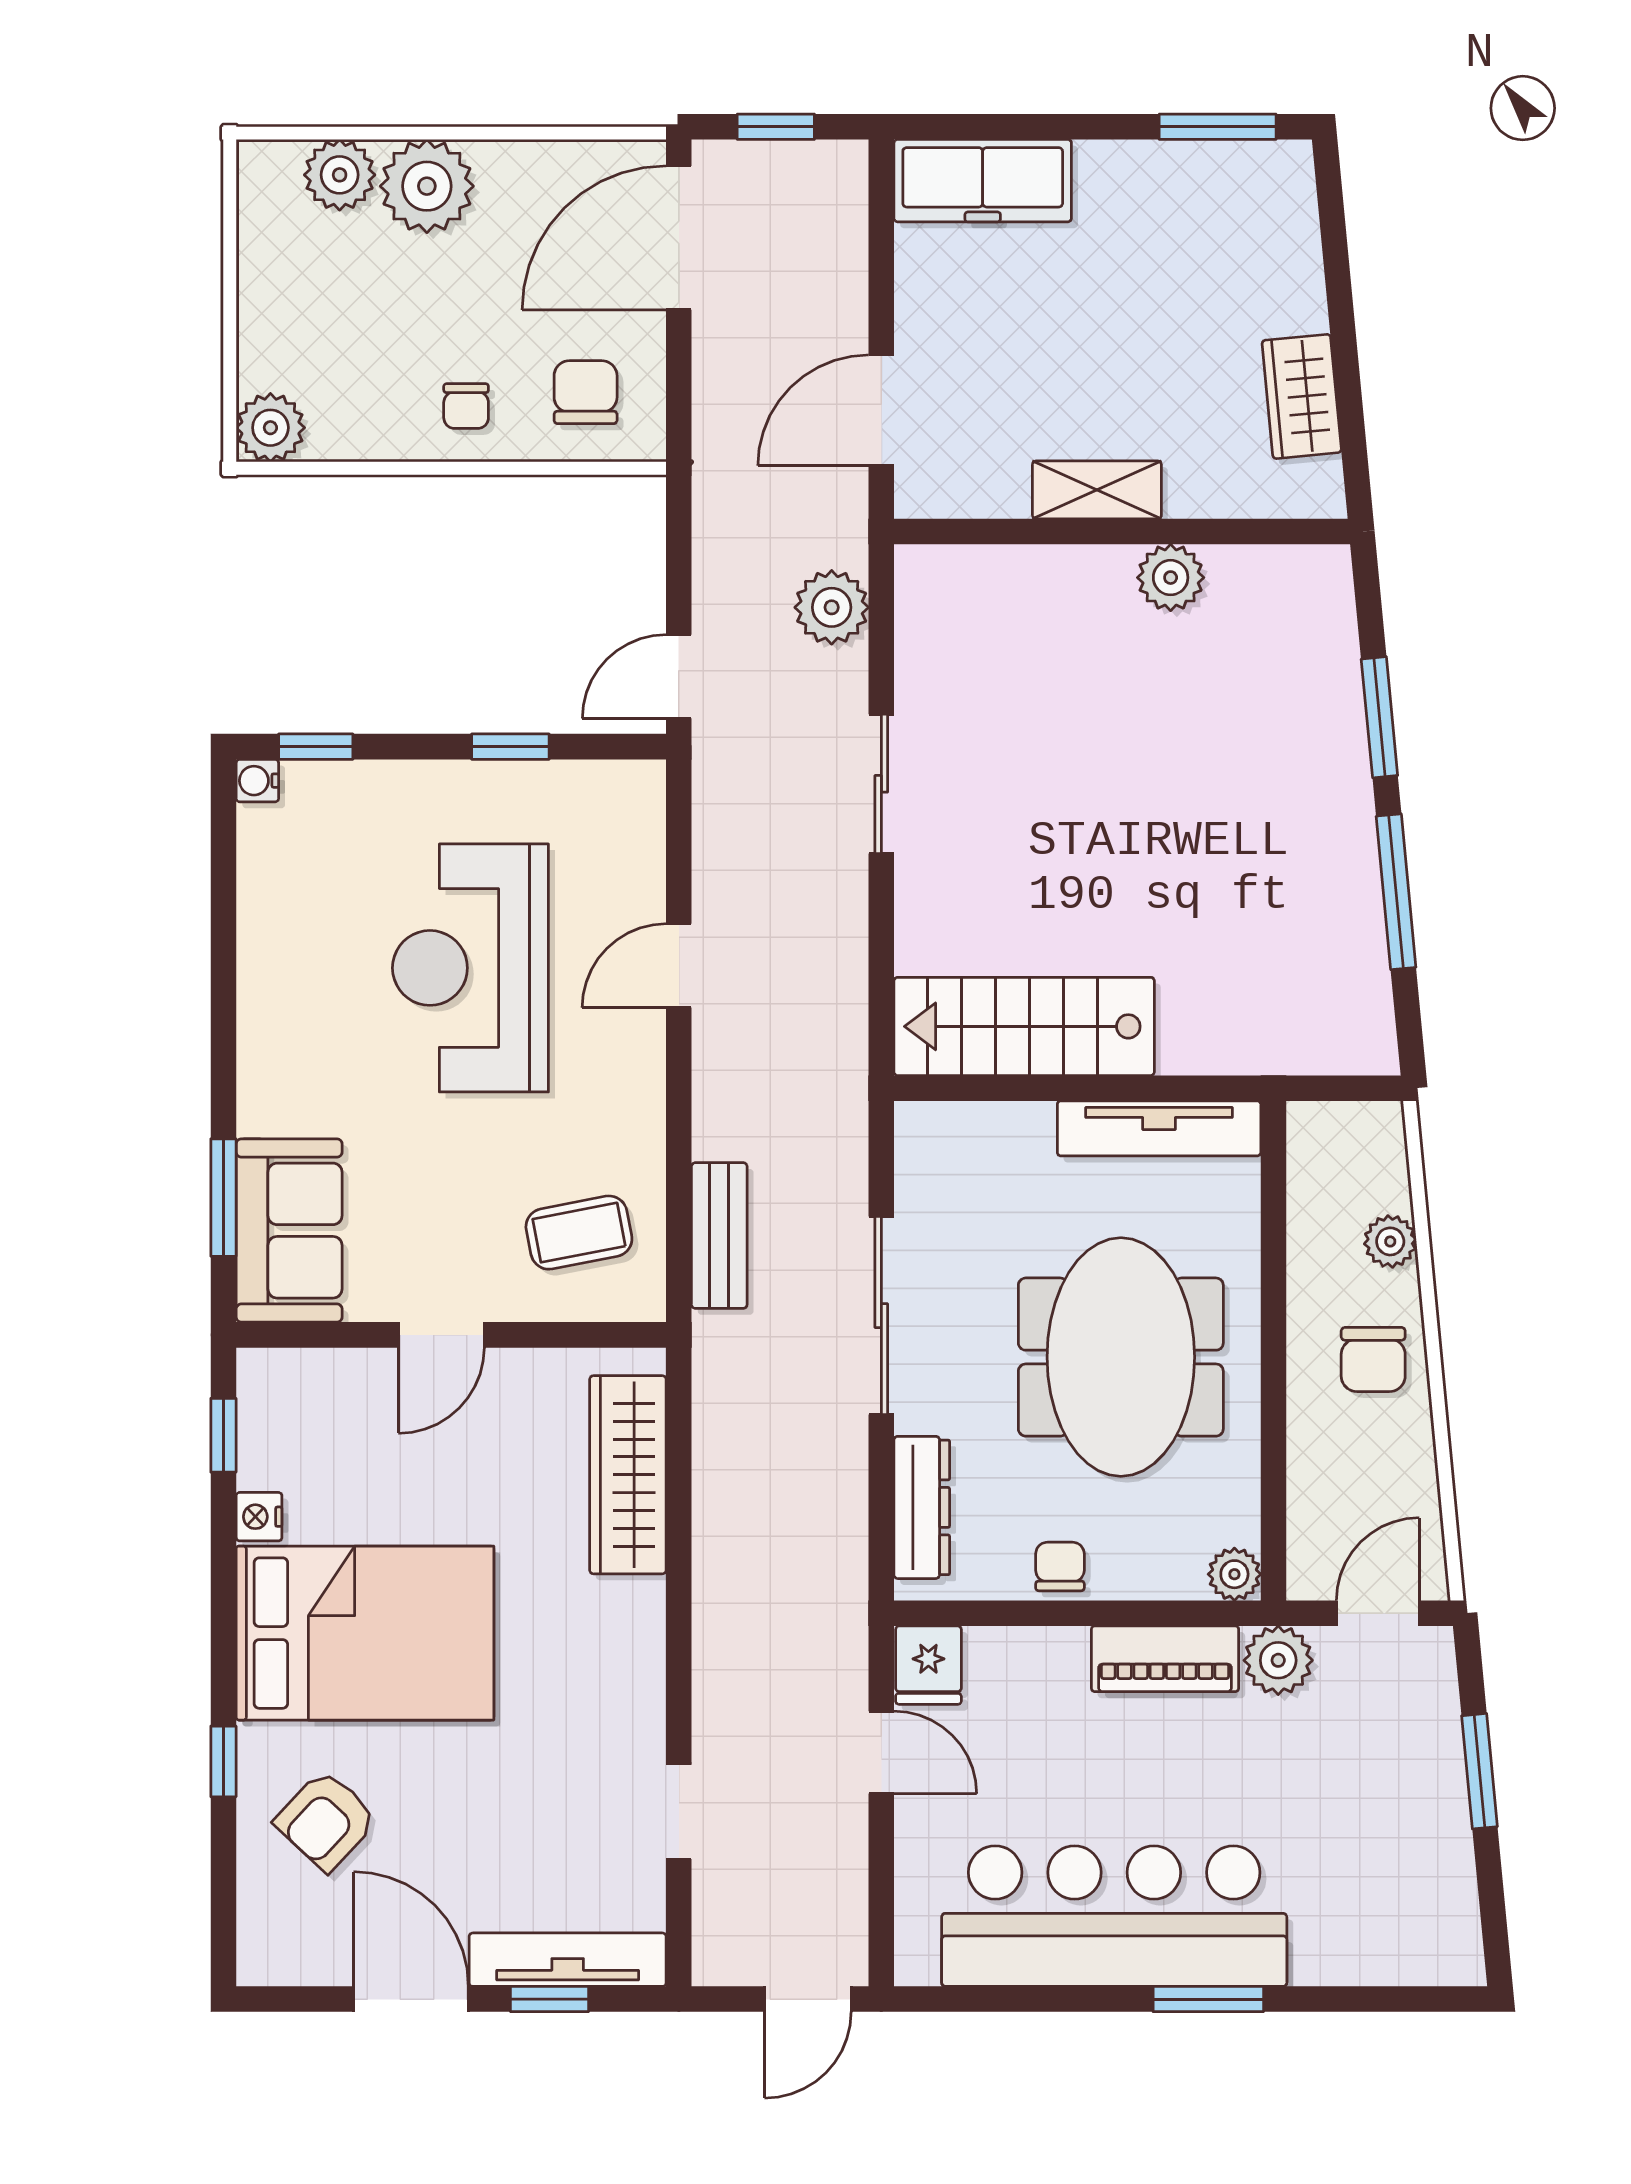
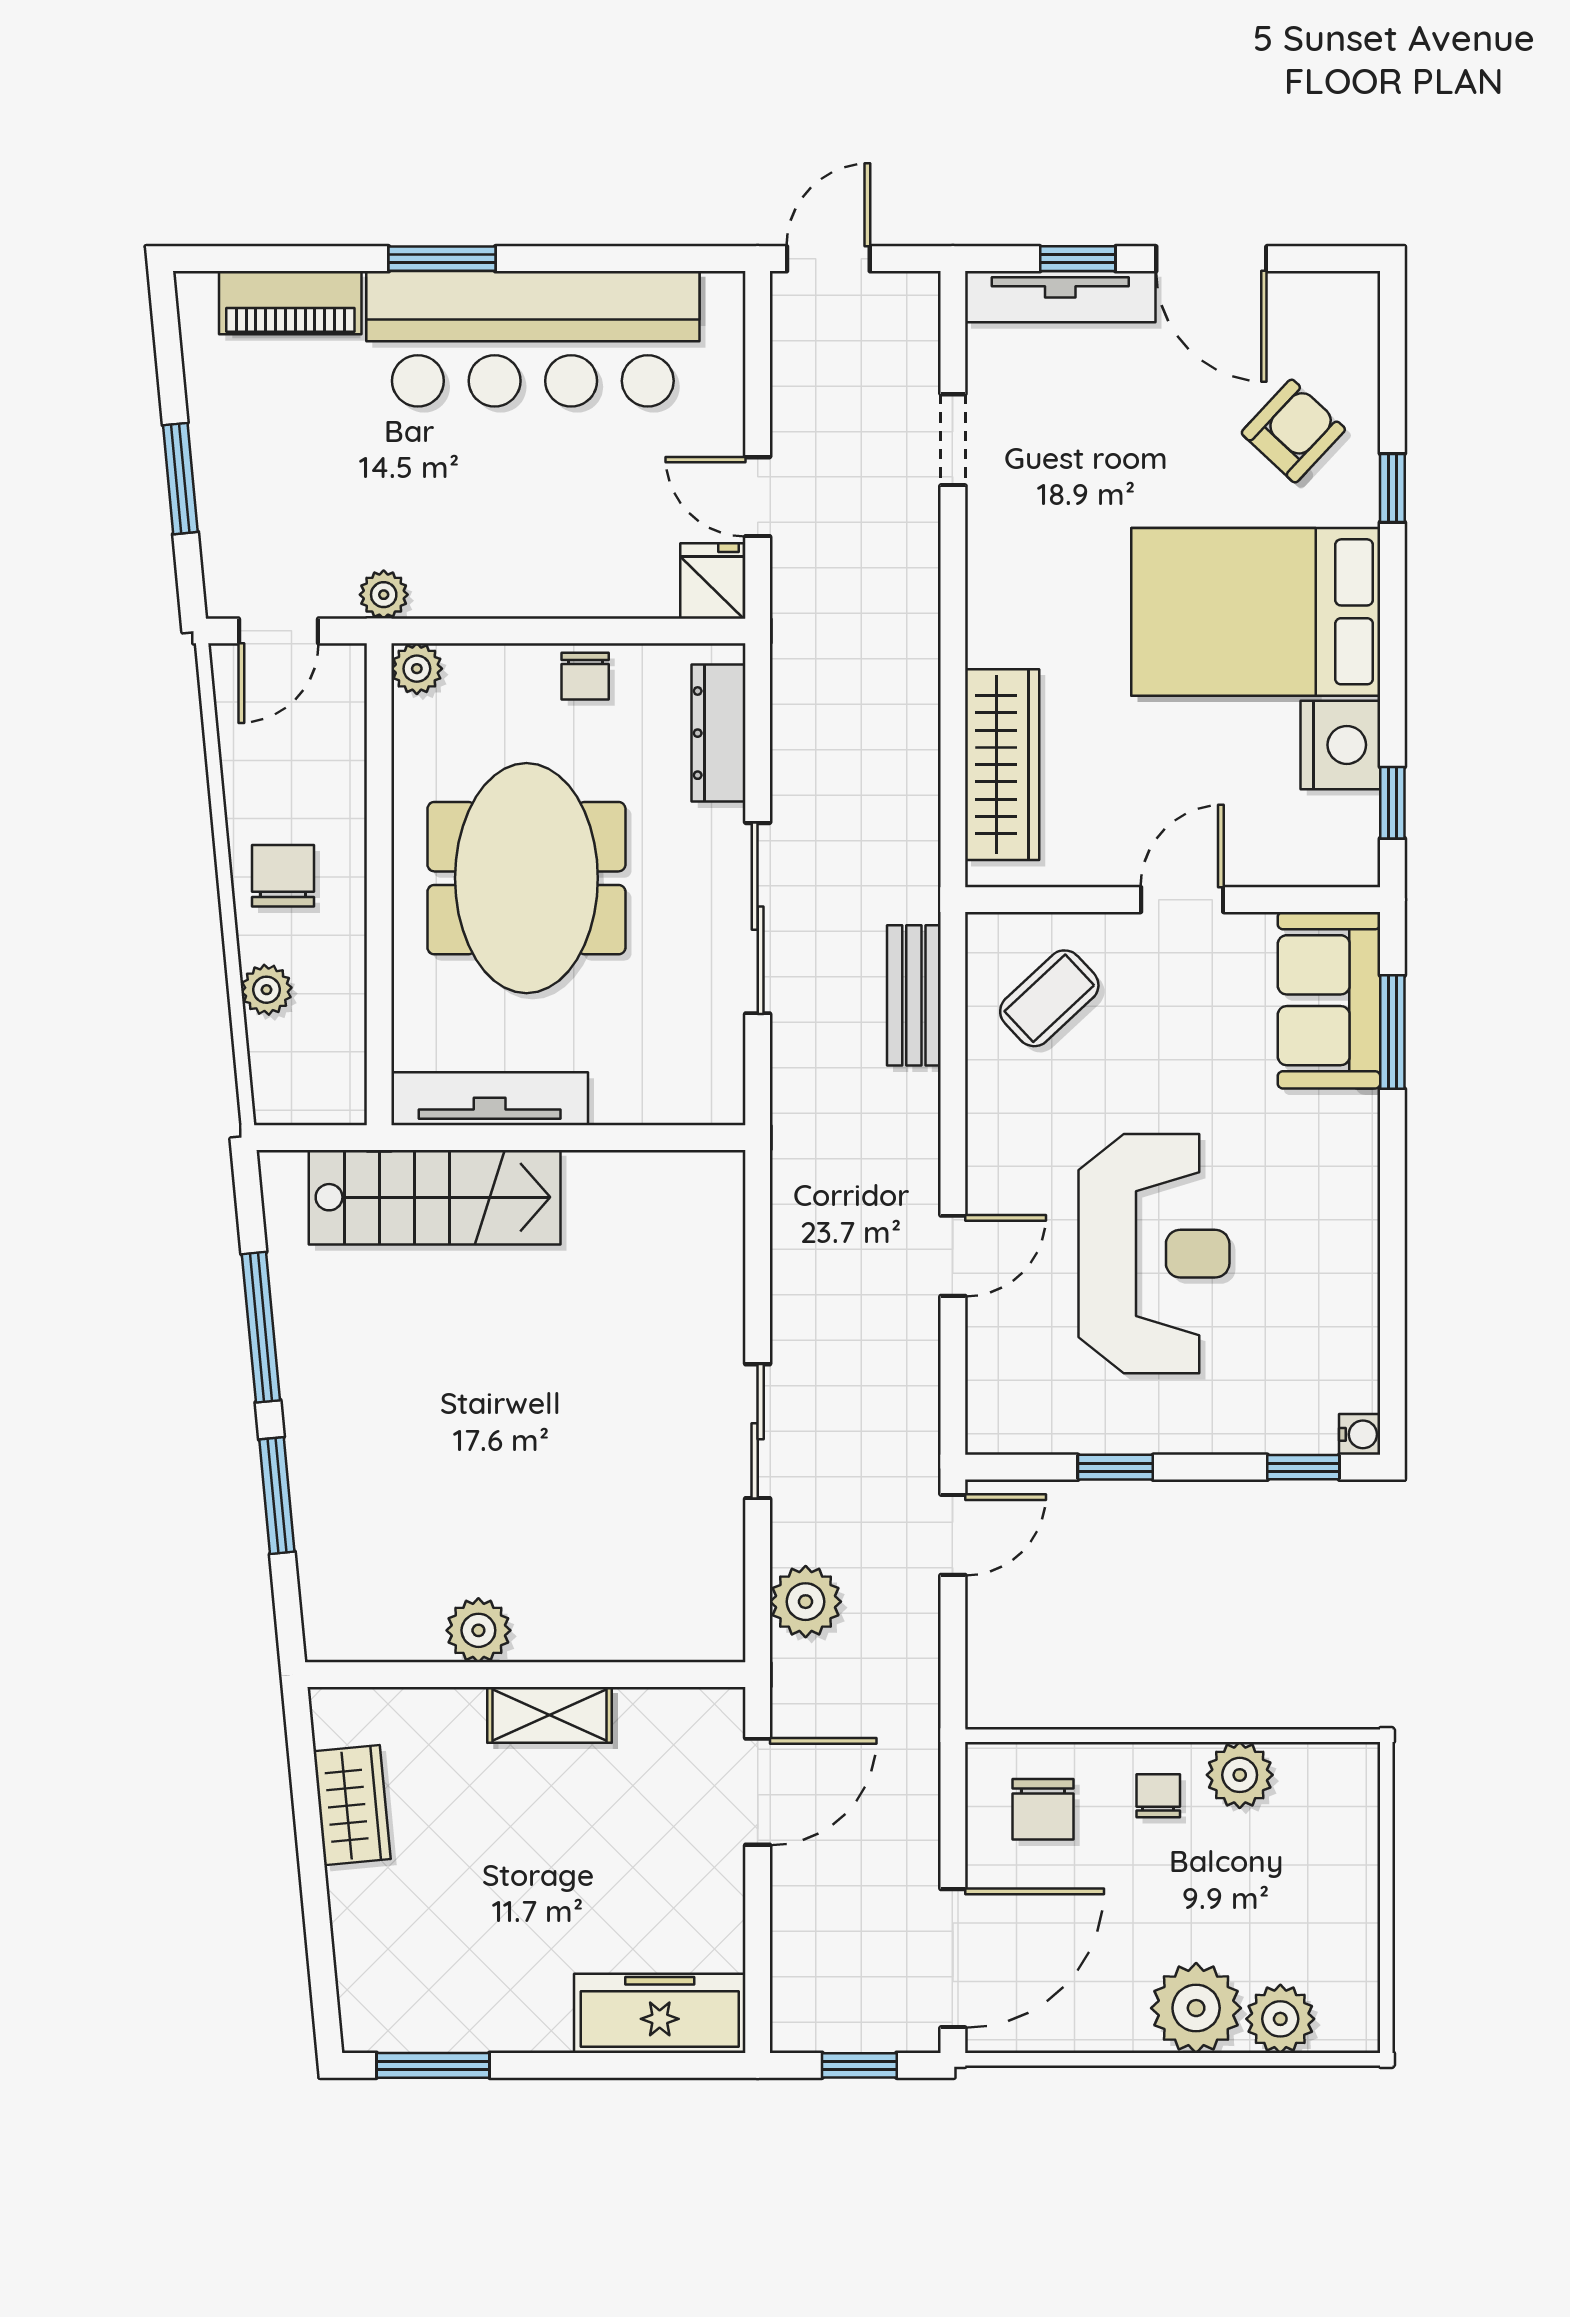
plant: (270, 428) -> (1240, 1775), moved
stairs: (1024, 1026) -> (435, 1197), moved
coffee table: (579, 1233) -> (1049, 998), turned -32
nightstand: (259, 1517) -> (1340, 745), width x1.89, depth x1.79
piano: (1165, 1659) -> (290, 303), moved, turned 180
plant: (1278, 1660) -> (384, 595), width x0.73, depth x0.73

